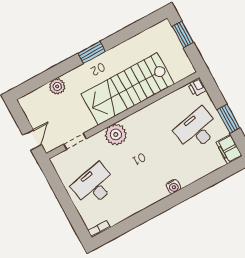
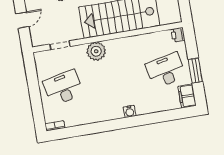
door: (32, 140) -> (22, 20), moved

